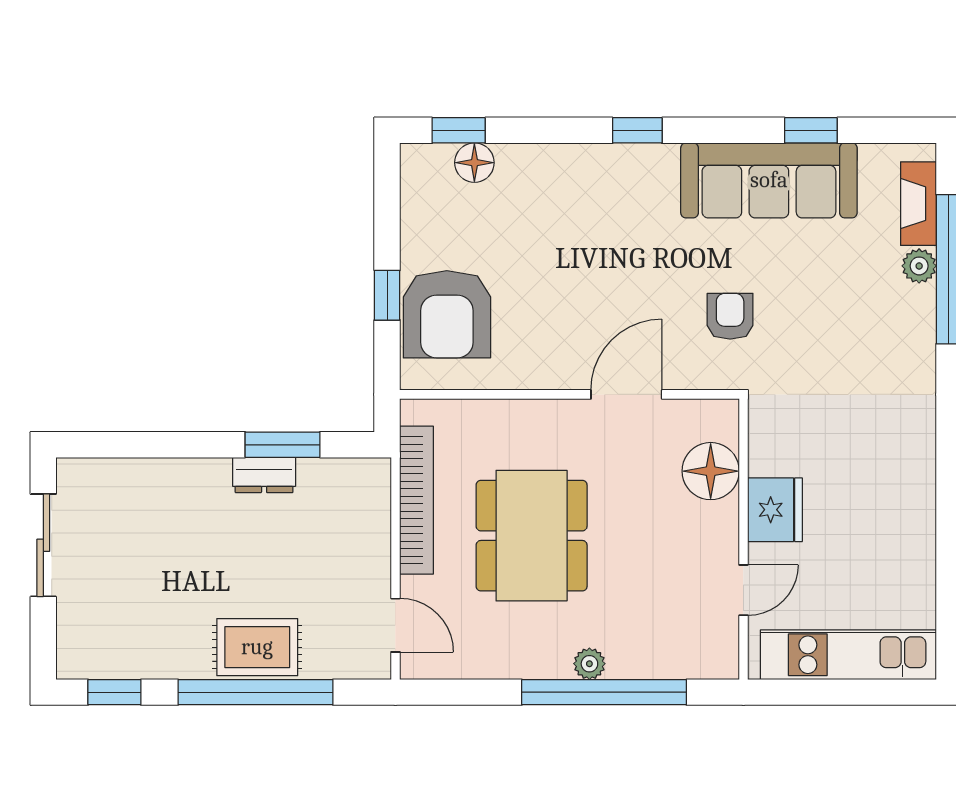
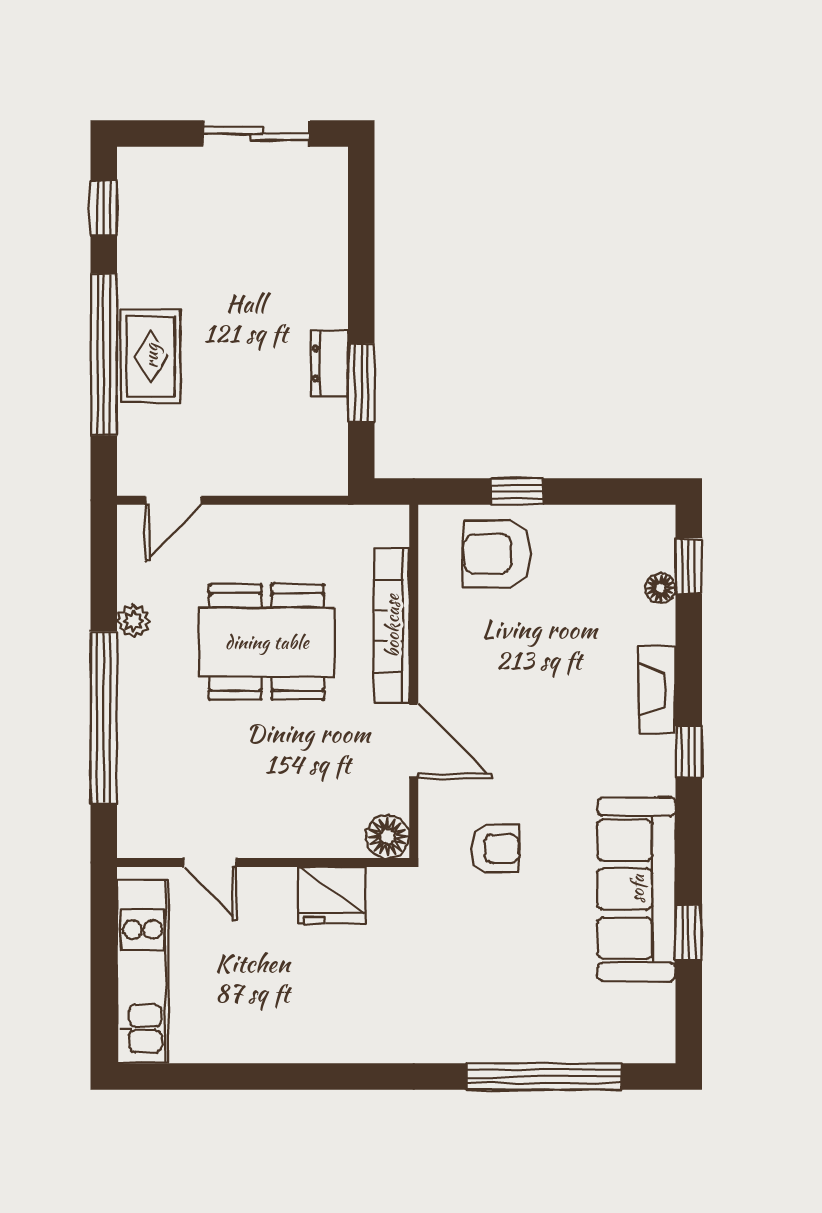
floor lamp: (474, 163) -> (661, 588), width x0.73, depth x0.73
fireplace: (918, 204) -> (657, 690), moved, turned -90
plant: (919, 266) -> (547, 1045), removed
armchair: (447, 314) -> (497, 554), width x0.73, depth x0.73
floor lamp: (711, 471) -> (388, 837), moved, width x0.73, depth x0.73
bookcase: (416, 500) -> (392, 626), moved, turned 90
fridge: (775, 510) -> (332, 895), moved
plant: (589, 664) -> (133, 621), moved

